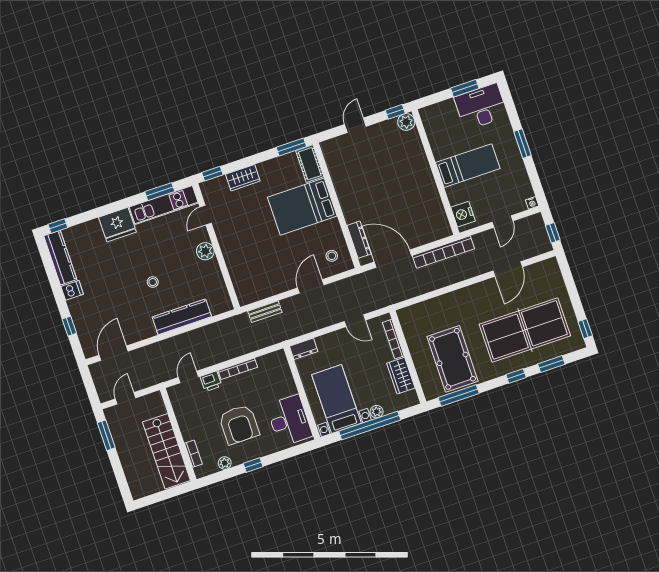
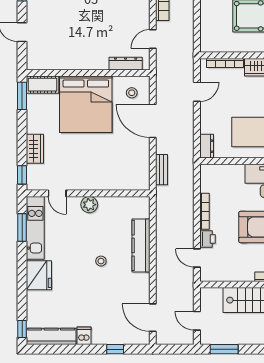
bed: (302, 207) -> (86, 104), width x1.36
door: (393, 259) -> (153, 39), width x0.53
door: (311, 286) -> (153, 121), width x1.36

